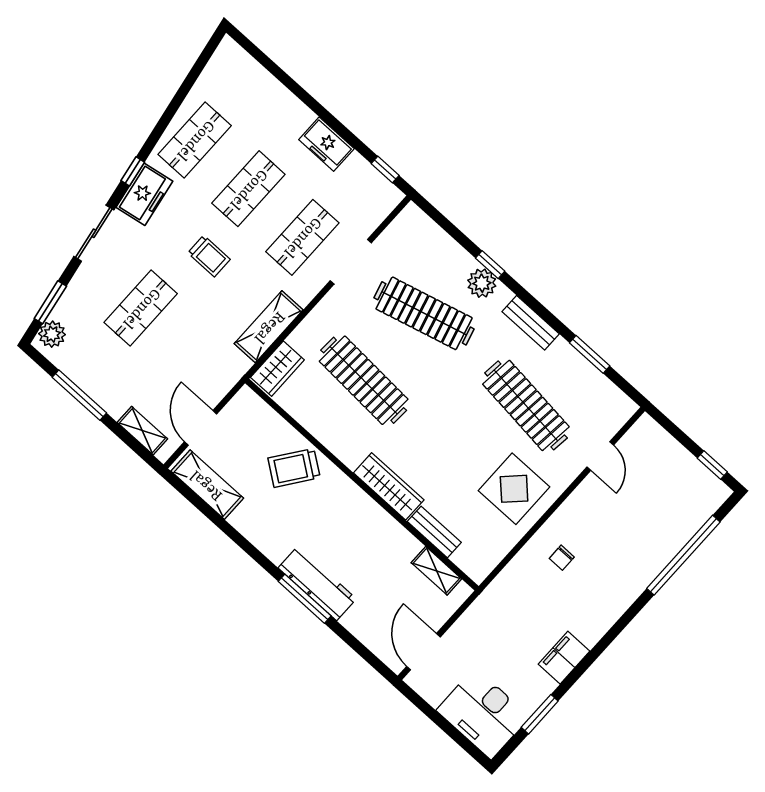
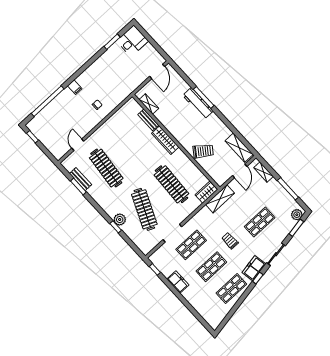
clothes rail: (424, 313) -> (144, 209), turned 39
bench: (531, 323) -> (80, 179), moved
shelving: (269, 327) -> (220, 199), moved
display table: (514, 489) -> (114, 135), removed
filing cabinet: (564, 658) -> (75, 87), moved, width x0.50
desk: (483, 714) -> (132, 41), width x0.73

